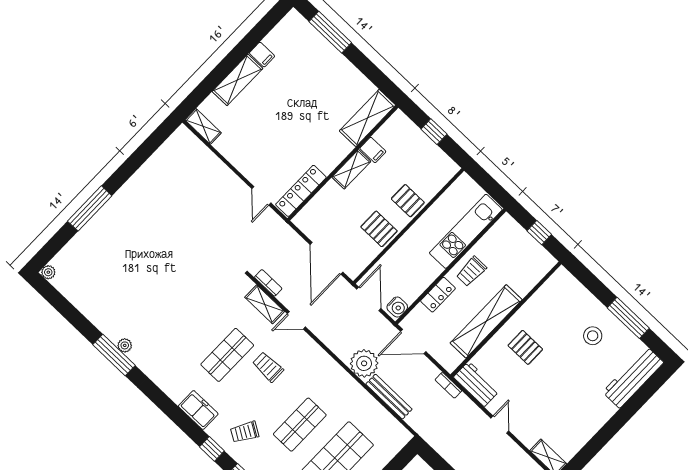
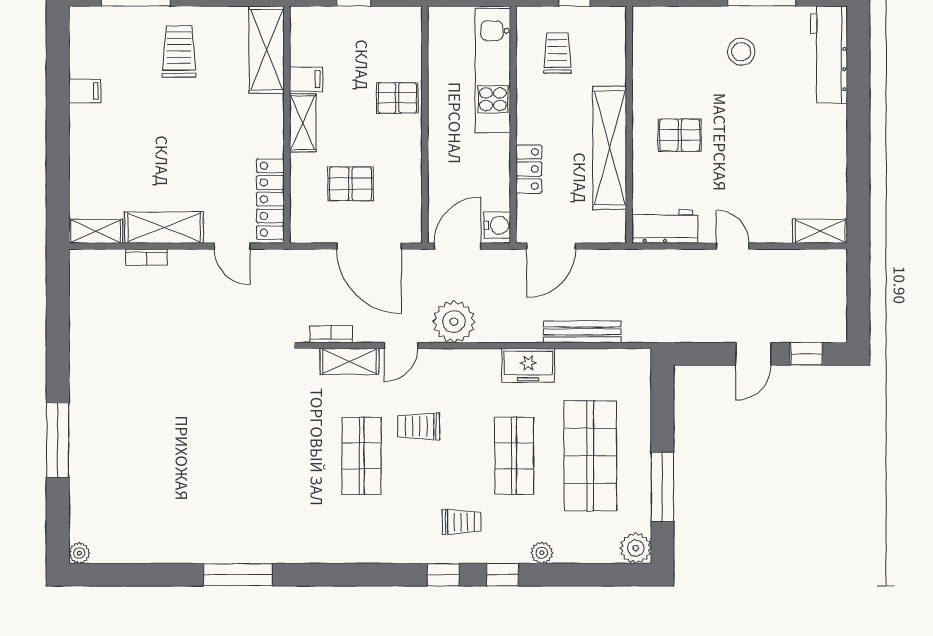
trolley: (325, 79) -> (179, 52), added
shelving: (237, 80) -> (164, 228), moved, turned 90
pallet: (379, 229) -> (351, 184), moved
trolley: (471, 271) -> (557, 53), moved, turned 180
door: (369, 299) -> (458, 246), hinge flipped
plant: (125, 345) -> (240, 553), removed
plant: (364, 363) -> (454, 322), moved
bookcase: (448, 385) -> (147, 257), moved
freezer: (198, 410) -> (528, 365), moved, turned 180
trolley: (245, 432) -> (462, 522), turned -121

